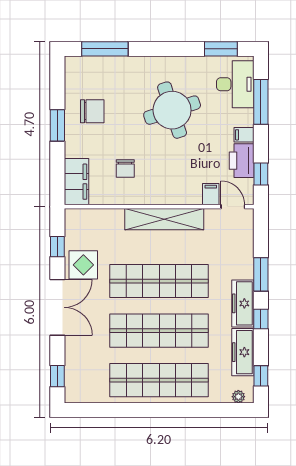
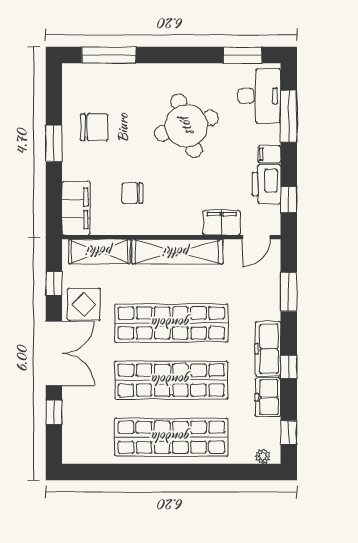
chair: (125, 168) -> (132, 193), turned 90
filing cabinet: (211, 194) -> (222, 223), width x2.00
door: (233, 207) -> (256, 237), swing flipped
shelving: (97, 219) -> (100, 251), added
window: (261, 274) -> (289, 292), moved
freezer: (243, 352) -> (268, 397), width x0.71
window: (57, 376) -> (54, 412), moved

